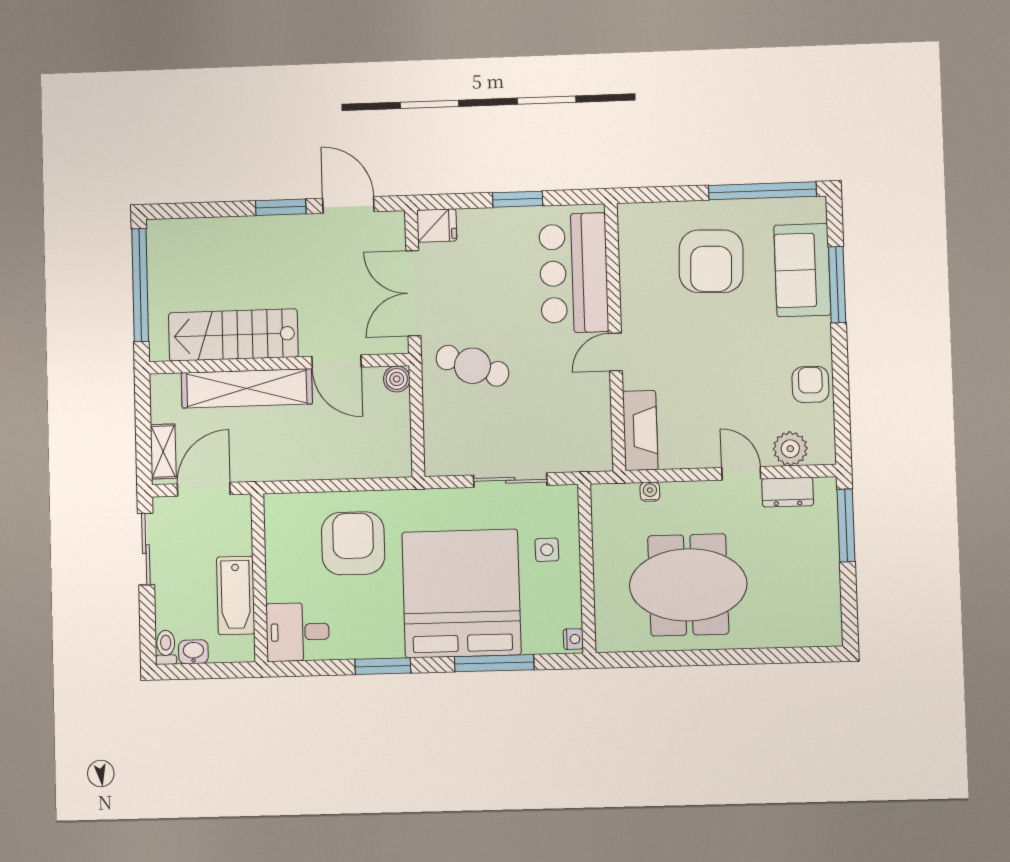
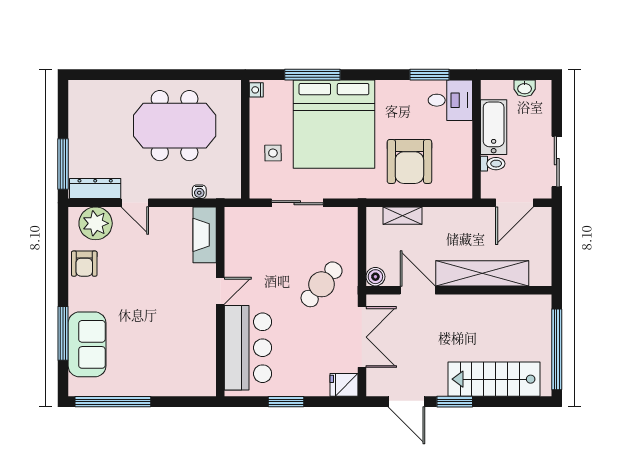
armchair: (711, 261) -> (151, 353), removed
stairs: (233, 335) -> (494, 379), moved, turned 180
cafe table: (472, 366) -> (322, 284), turned -70
plant: (790, 449) -> (96, 223), width x1.36, depth x1.36
shelving: (163, 451) -> (402, 216), moved, turned 90
dresser: (788, 492) -> (95, 189), width x1.44
toilet: (166, 647) -> (493, 164), moved, turned -90
window: (383, 666) -> (429, 75), moved

